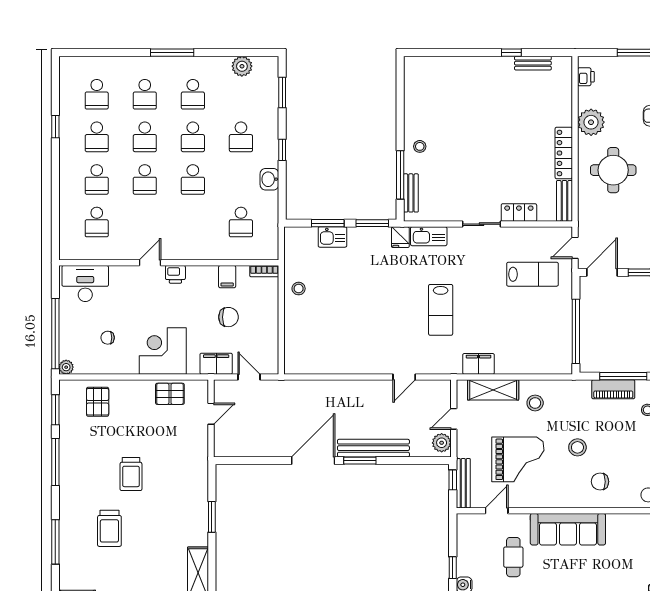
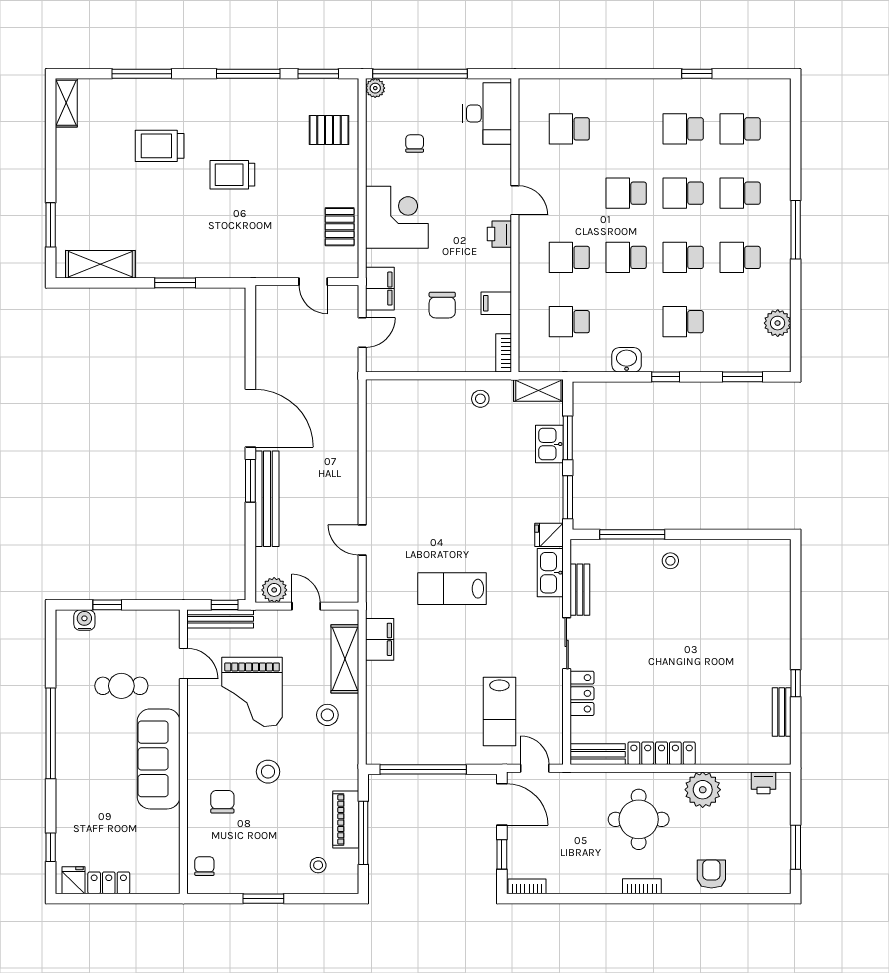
school desk: (97, 179) -> (569, 257), moved
bench: (411, 193) -> (580, 590), moved, turned 90
shelving: (292, 245) -> (538, 390), added

